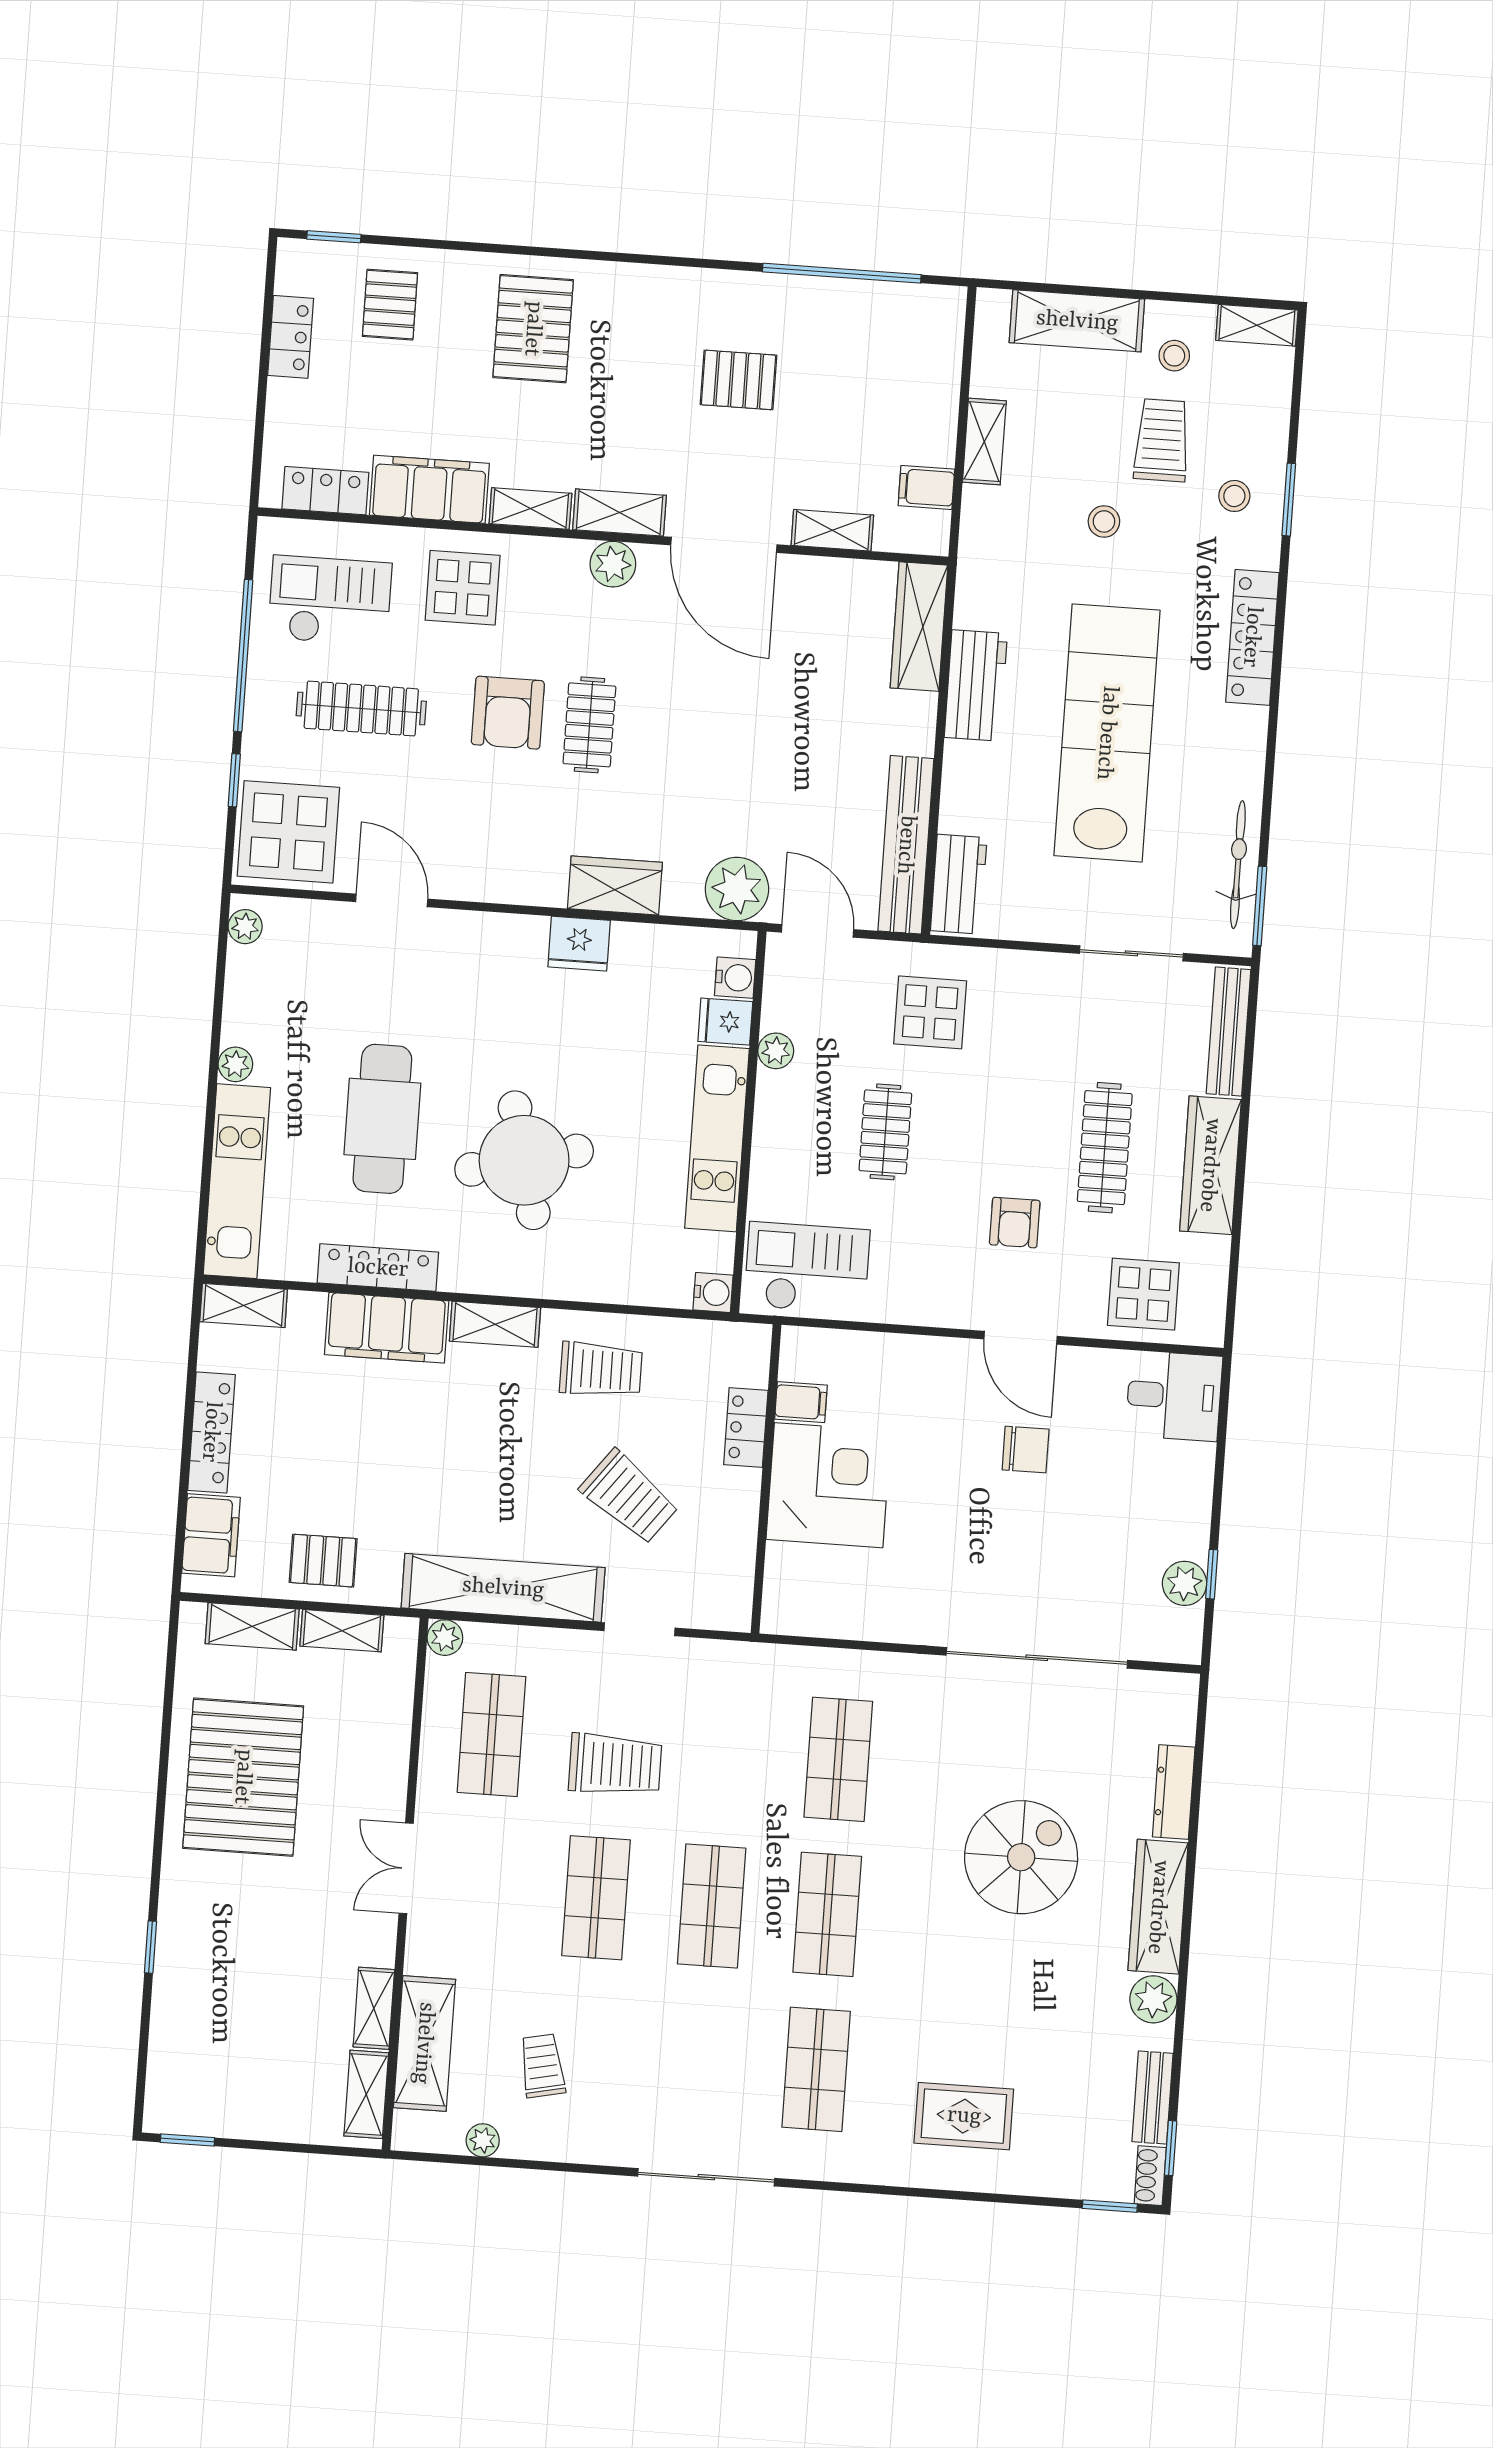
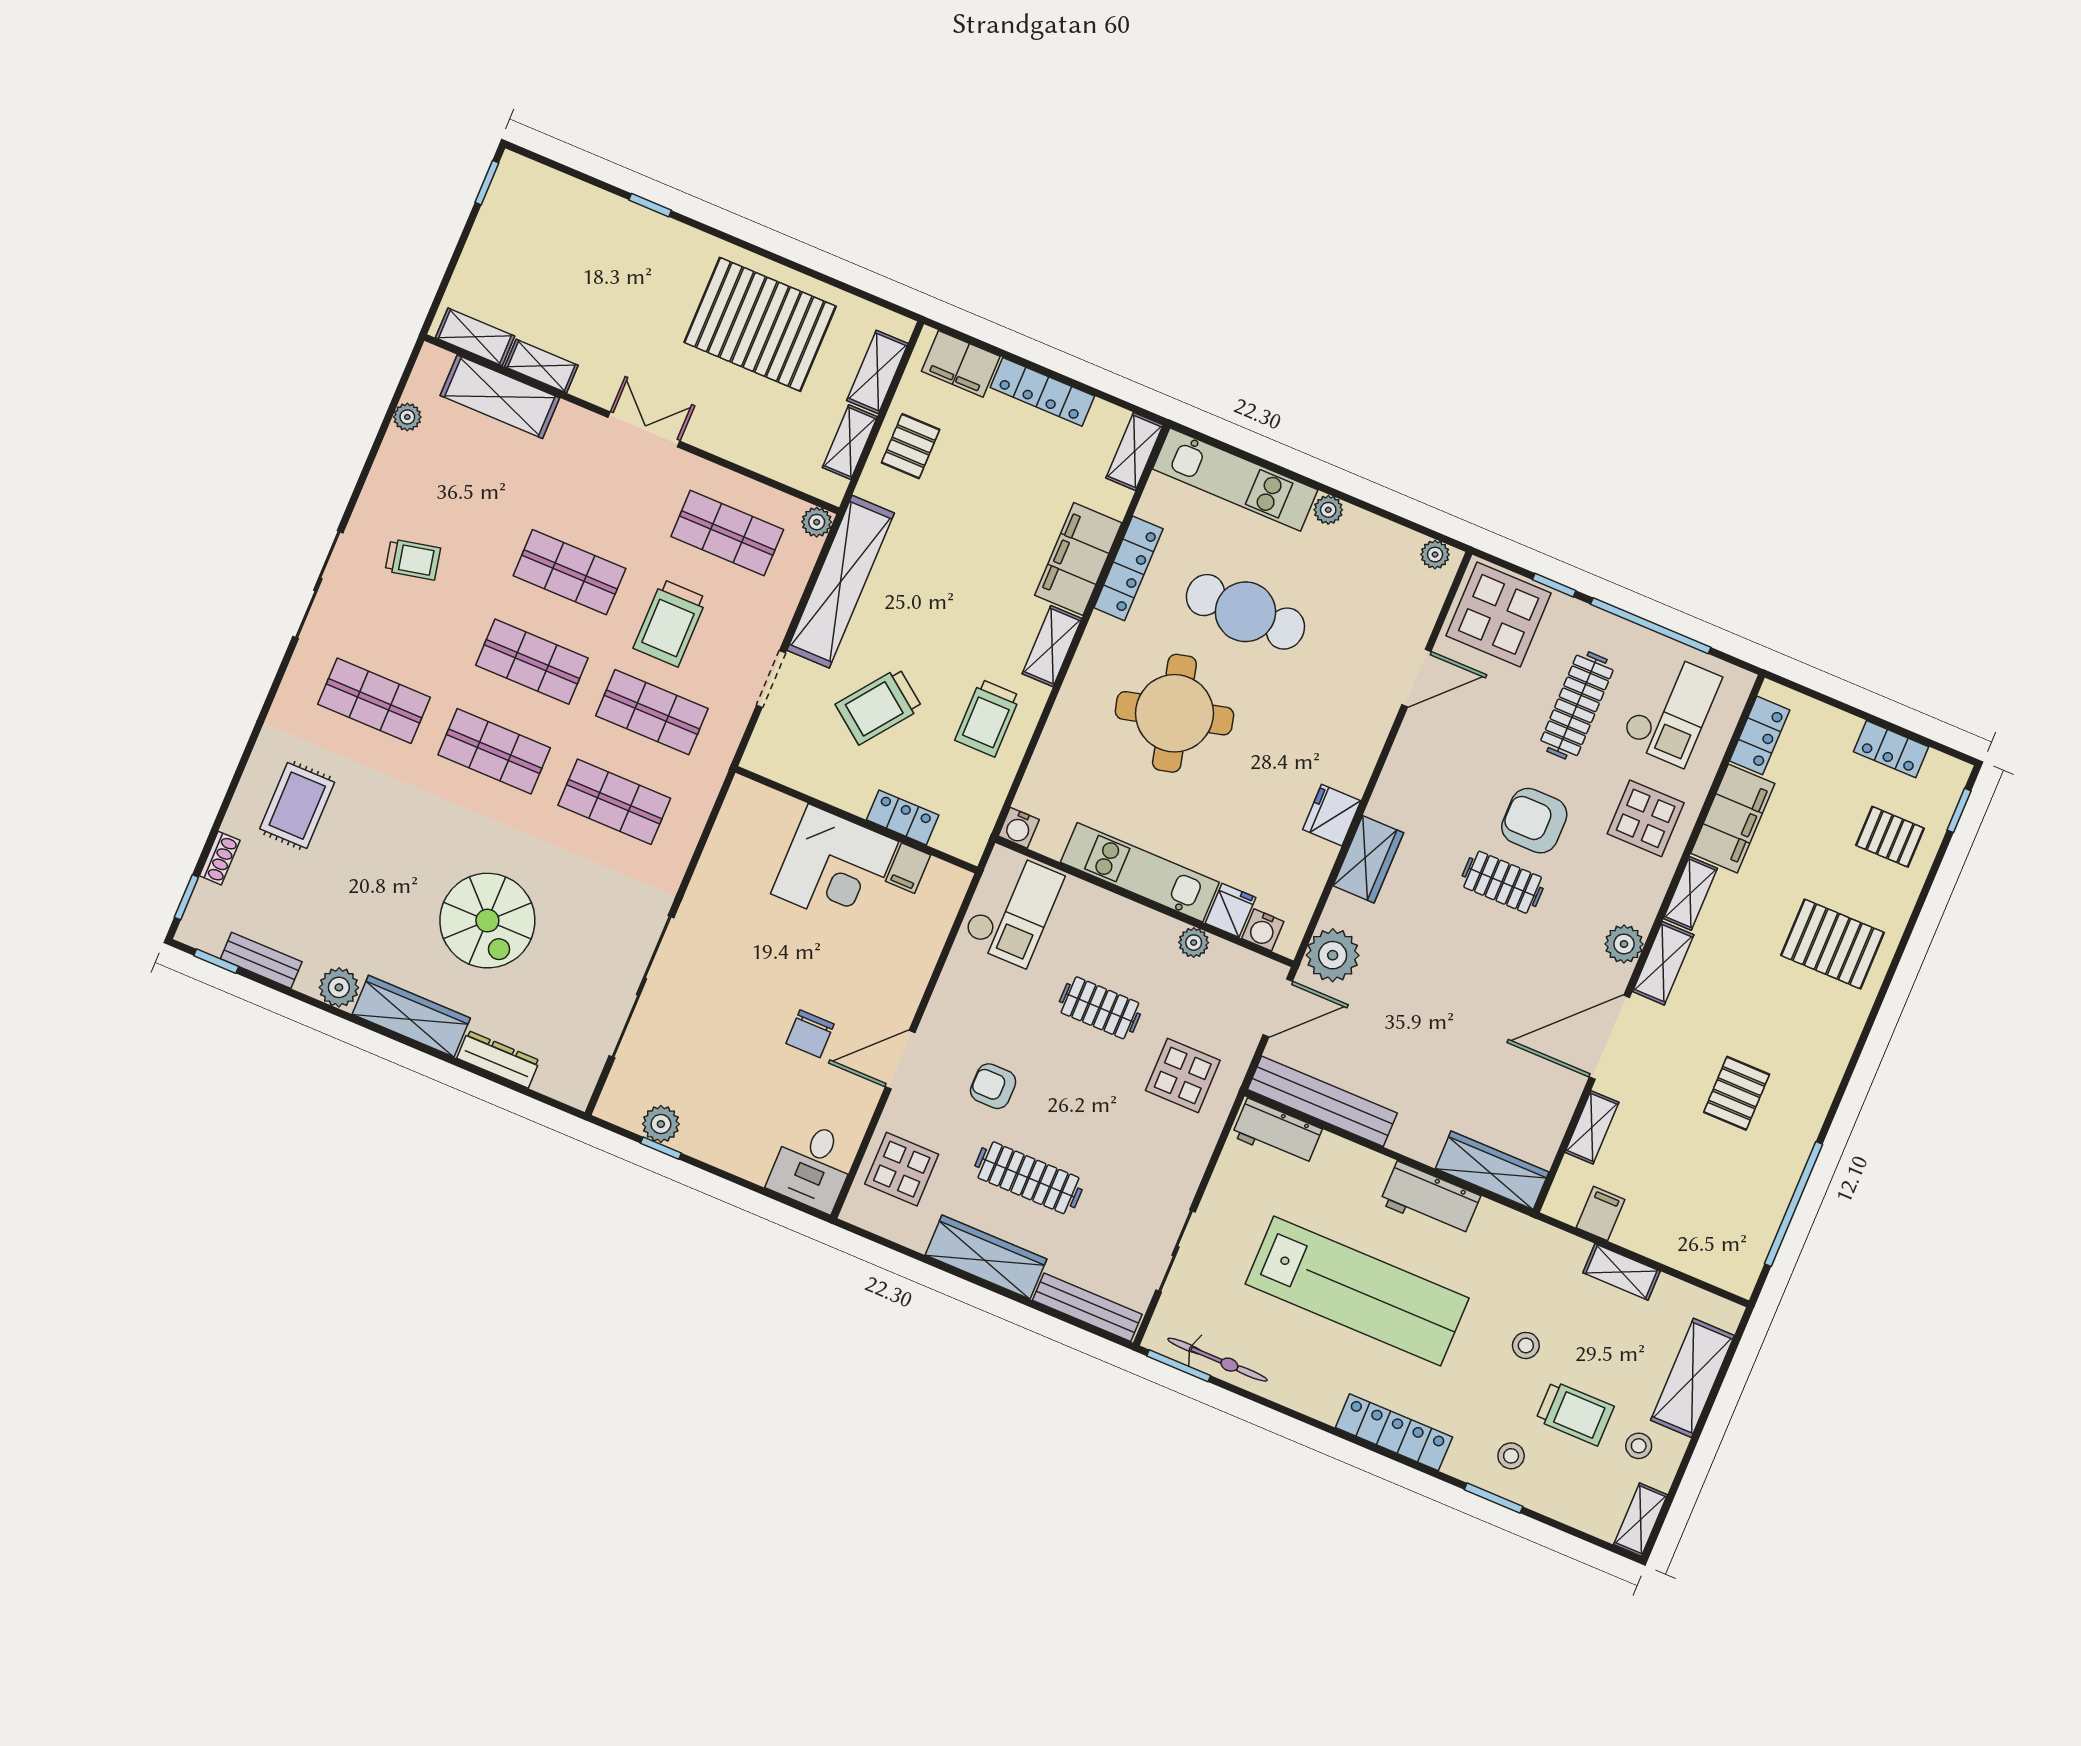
shop shelf: (723, 1751) -> (652, 712), added
trolley: (542, 2066) -> (413, 559), moved
shoe rack: (1150, 2176) -> (220, 858), moved, turned 90

